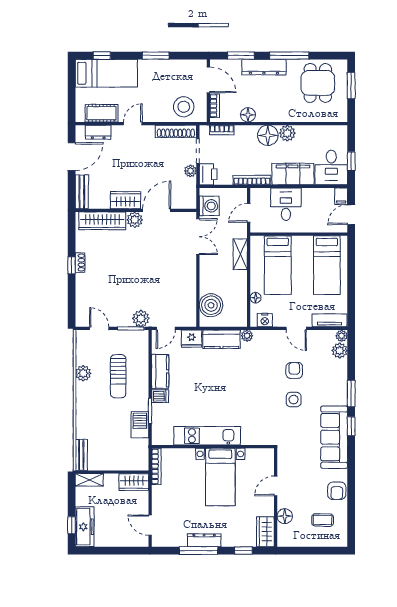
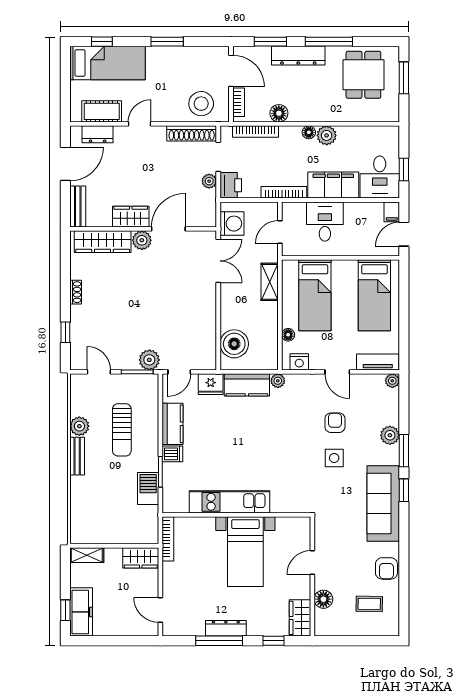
bookcase: (222, 130) -> (256, 132), width x1.56
floor lamp: (268, 135) -> (309, 132), width x0.53, depth x0.53
window: (72, 265) -> (65, 332), moved
plant: (340, 351) -> (390, 435), moved
bench: (81, 455) -> (77, 456), moved

